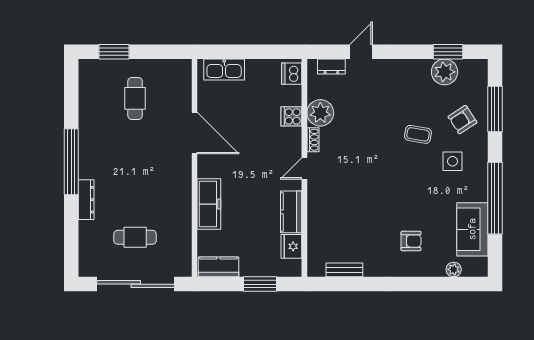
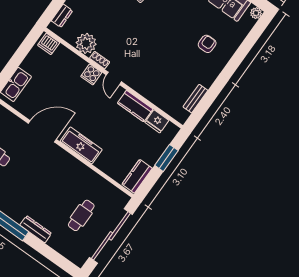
cooker: (291, 116) -> (91, 74), moved
freezer: (209, 204) -> (81, 145), moved
plant: (454, 269) -> (256, 13), moved

